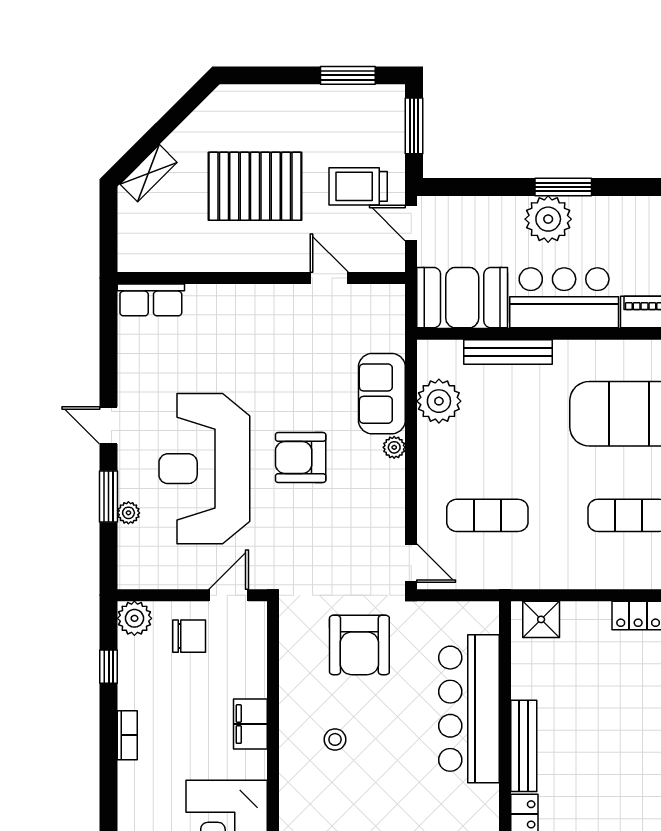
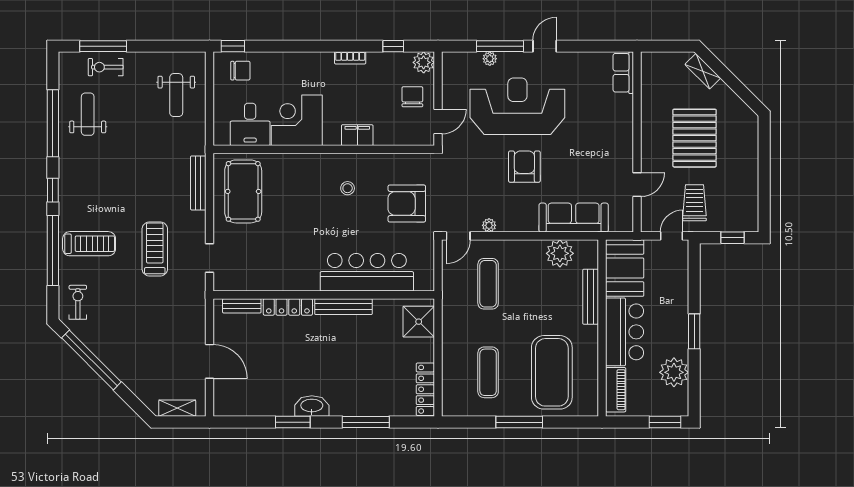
window: (348, 75) -> (764, 196), removed
window: (414, 126) -> (732, 238), width x0.67
plant: (548, 219) -> (674, 372), moved
sofa: (382, 394) -> (574, 218), width x1.36
plant: (394, 447) -> (489, 225), moved
window: (109, 496) -> (500, 46), width x1.44
door: (229, 595) -> (438, 121), hinge flipped
shower: (541, 619) -> (419, 322), width x1.36, depth x1.36
chair: (189, 636) -> (412, 97), turned 180

